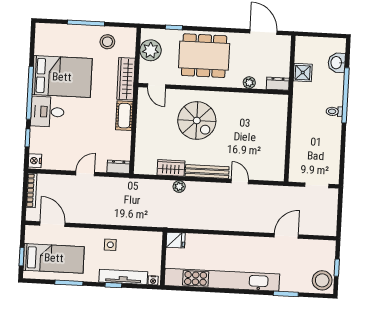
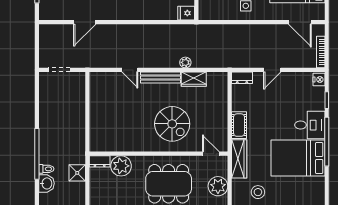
plant: (249, 83) -> (121, 166), width x1.88, depth x1.88
toilet: (334, 111) -> (46, 169), moved
spiral stairs: (197, 121) -> (172, 124), turned 180

